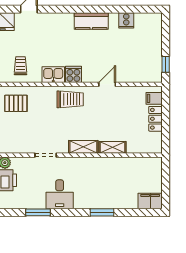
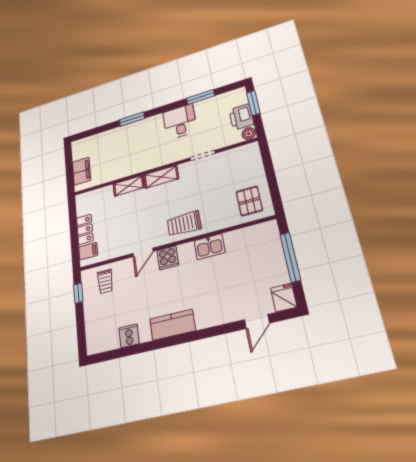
trolley: (20, 66) -> (105, 281), moved
cooker: (73, 74) -> (168, 258), moved
pallet: (16, 103) -> (249, 201), turned 90
filing cabinet: (150, 201) -> (82, 171), moved, turned -90

